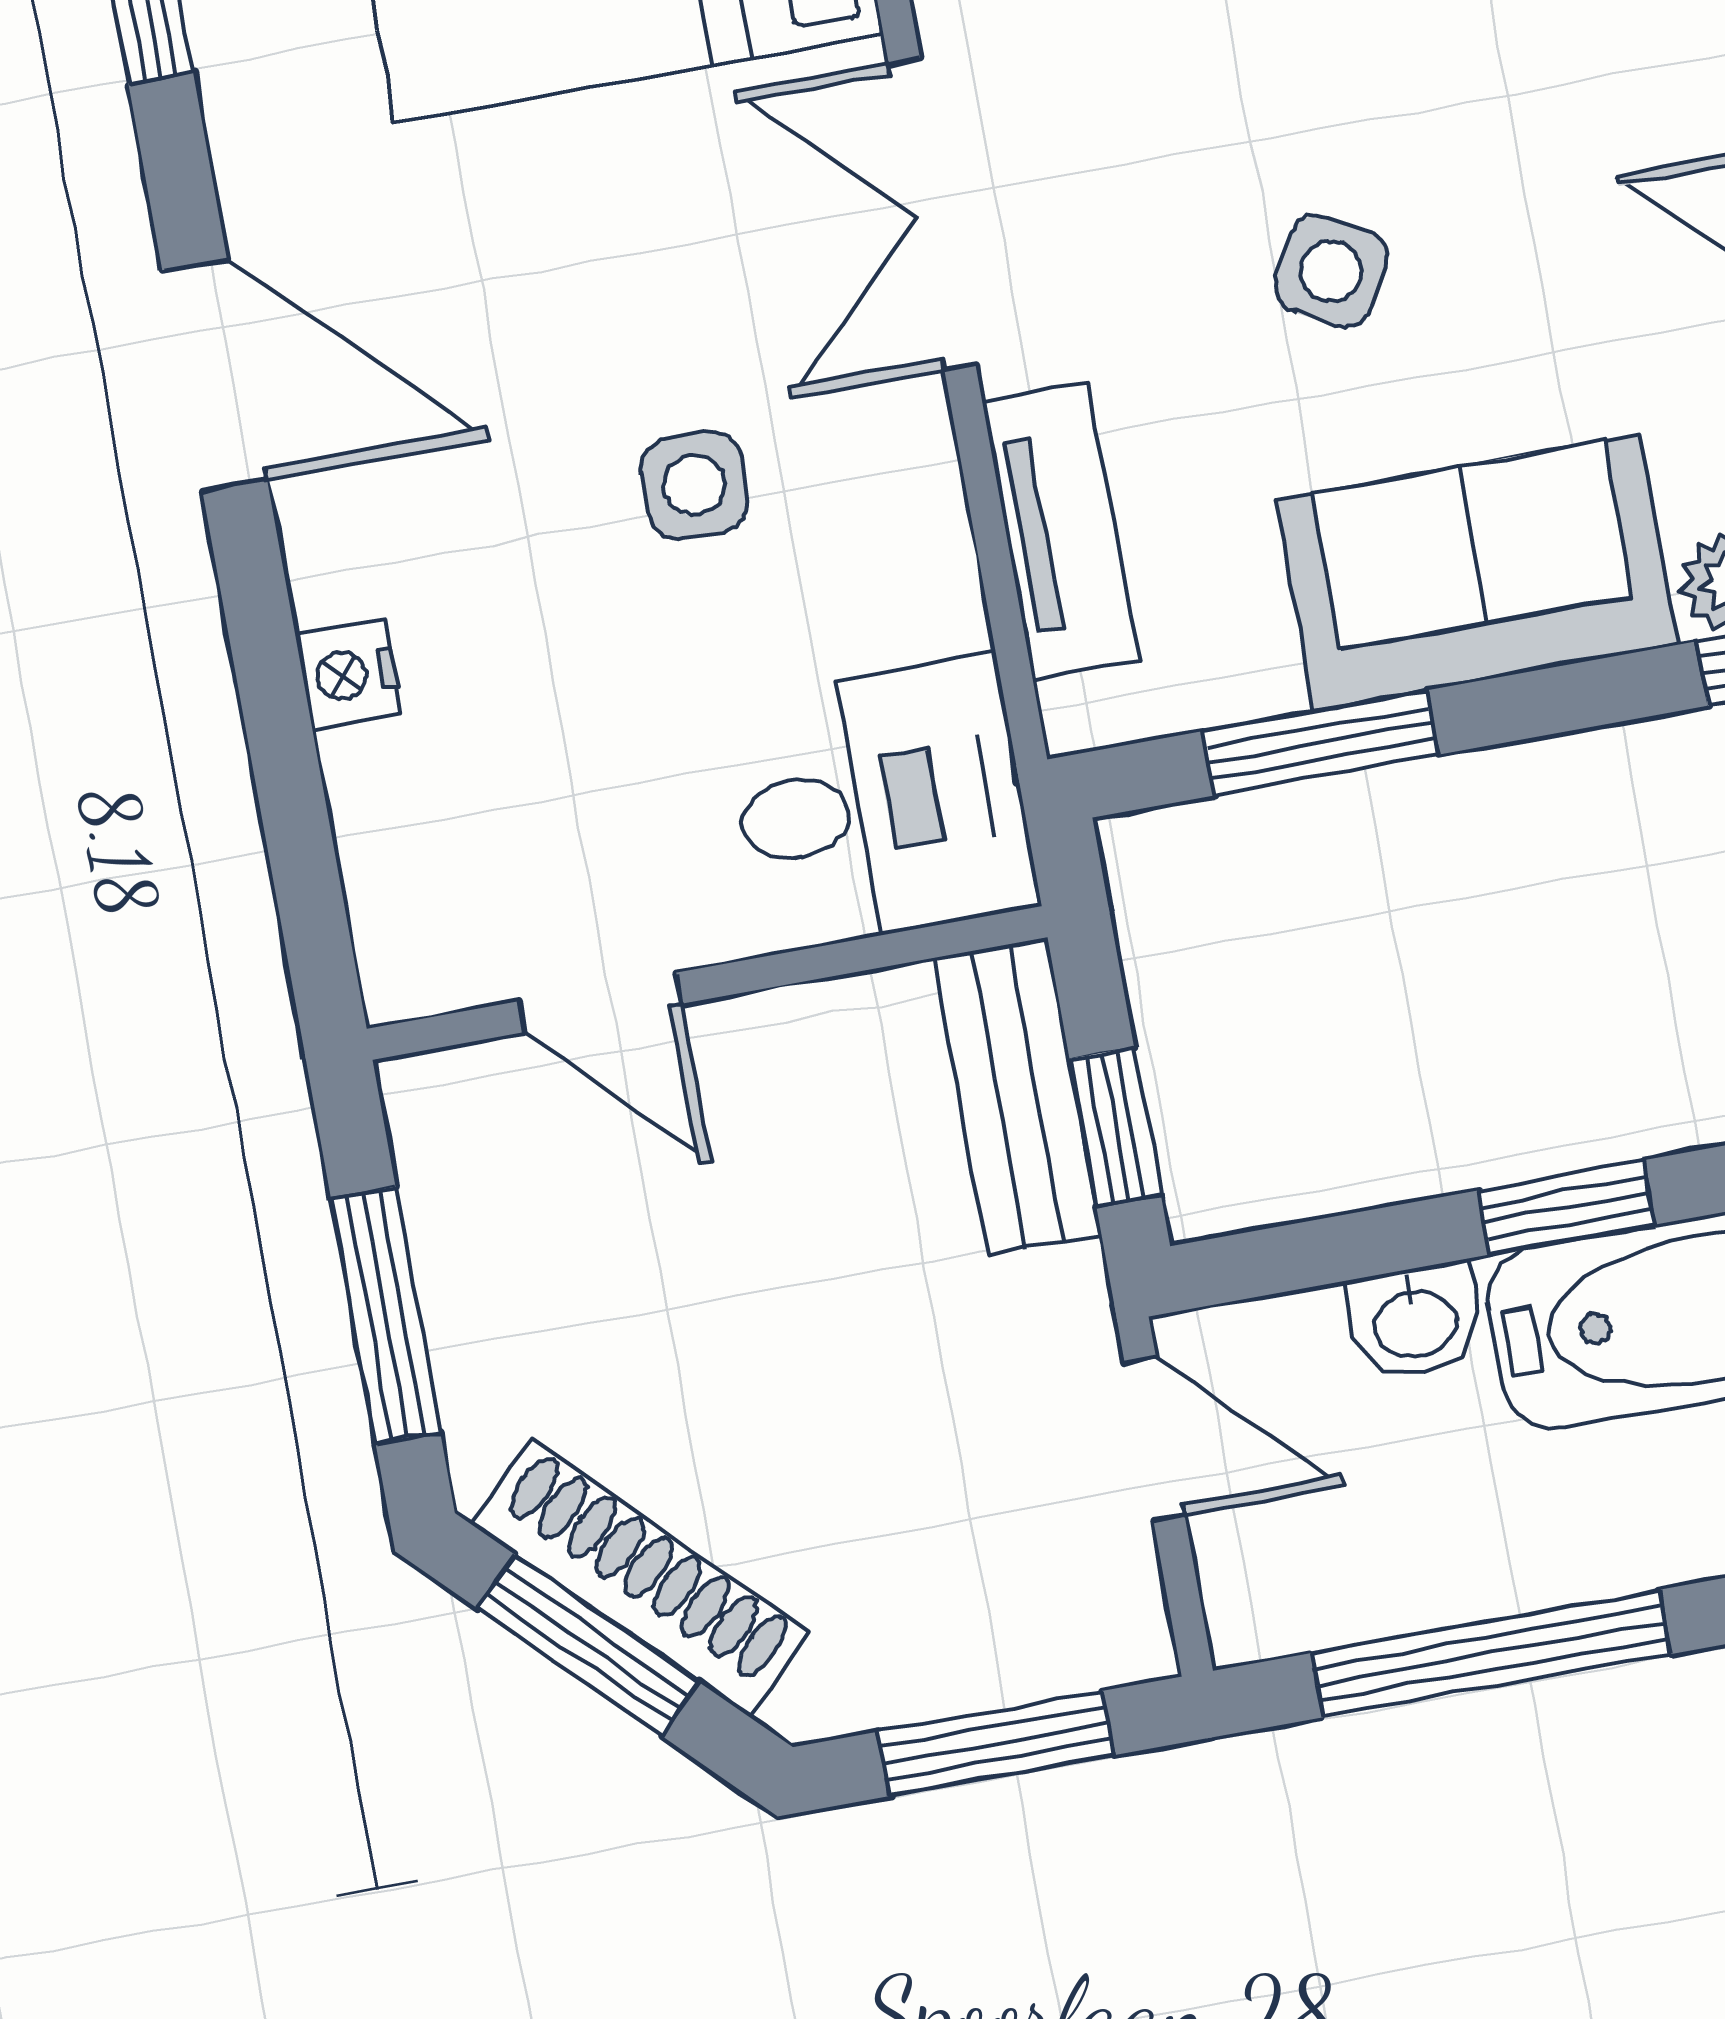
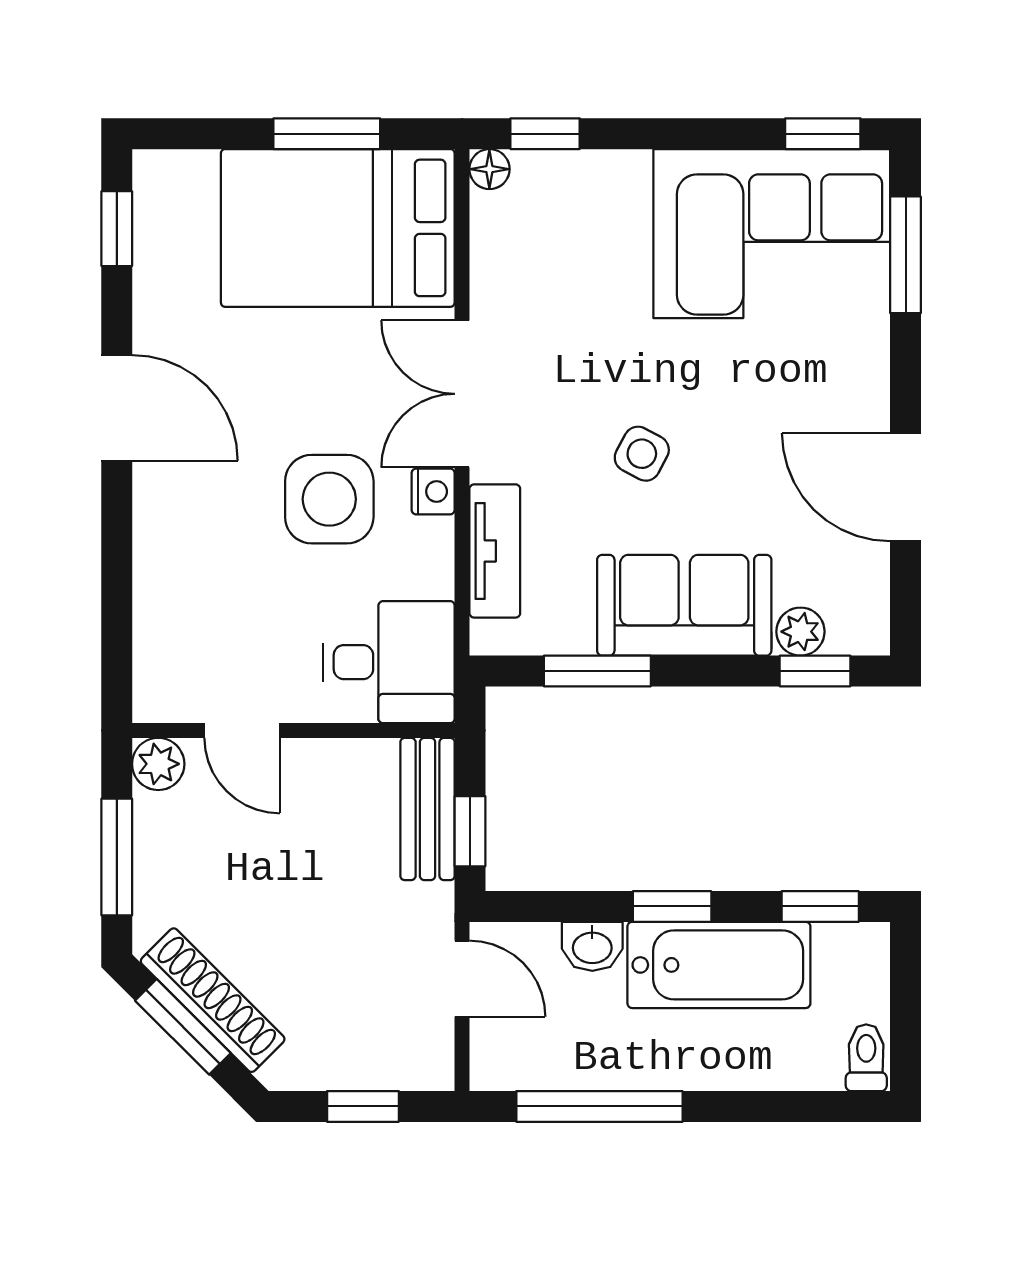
side table: (694, 485) -> (329, 499), width x1.87, depth x1.87
nightstand: (349, 674) -> (433, 491), moved, turned 180
plant: (437, 1105) -> (158, 764), added
window: (996, 1744) -> (363, 1106), width x0.67

